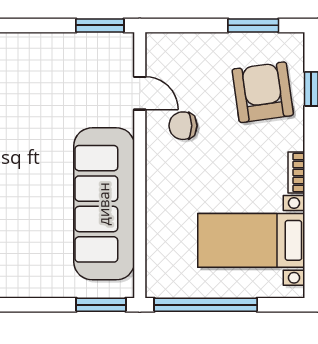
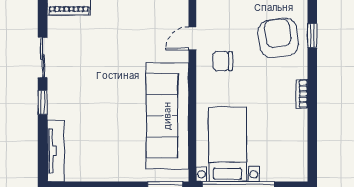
door: (140, 93) -> (192, 38), swing flipped
bed with nightstands: (251, 240) -> (228, 144), moved, turned 90

